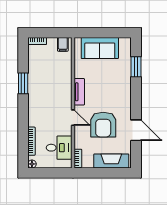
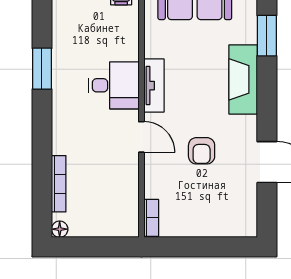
armchair: (103, 125) -> (202, 151), width x0.53, depth x0.53
desk: (59, 148) -> (114, 85), moved
fireplace: (111, 161) -> (243, 79), moved, turned -90

